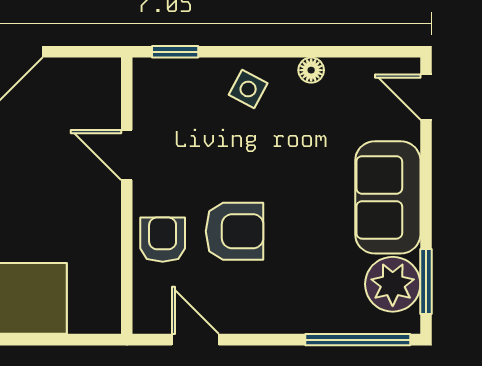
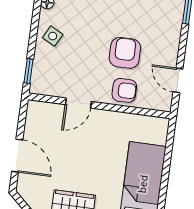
armchair: (163, 240) -> (124, 90), turned 180
door: (195, 340) -> (178, 80), hinge flipped

